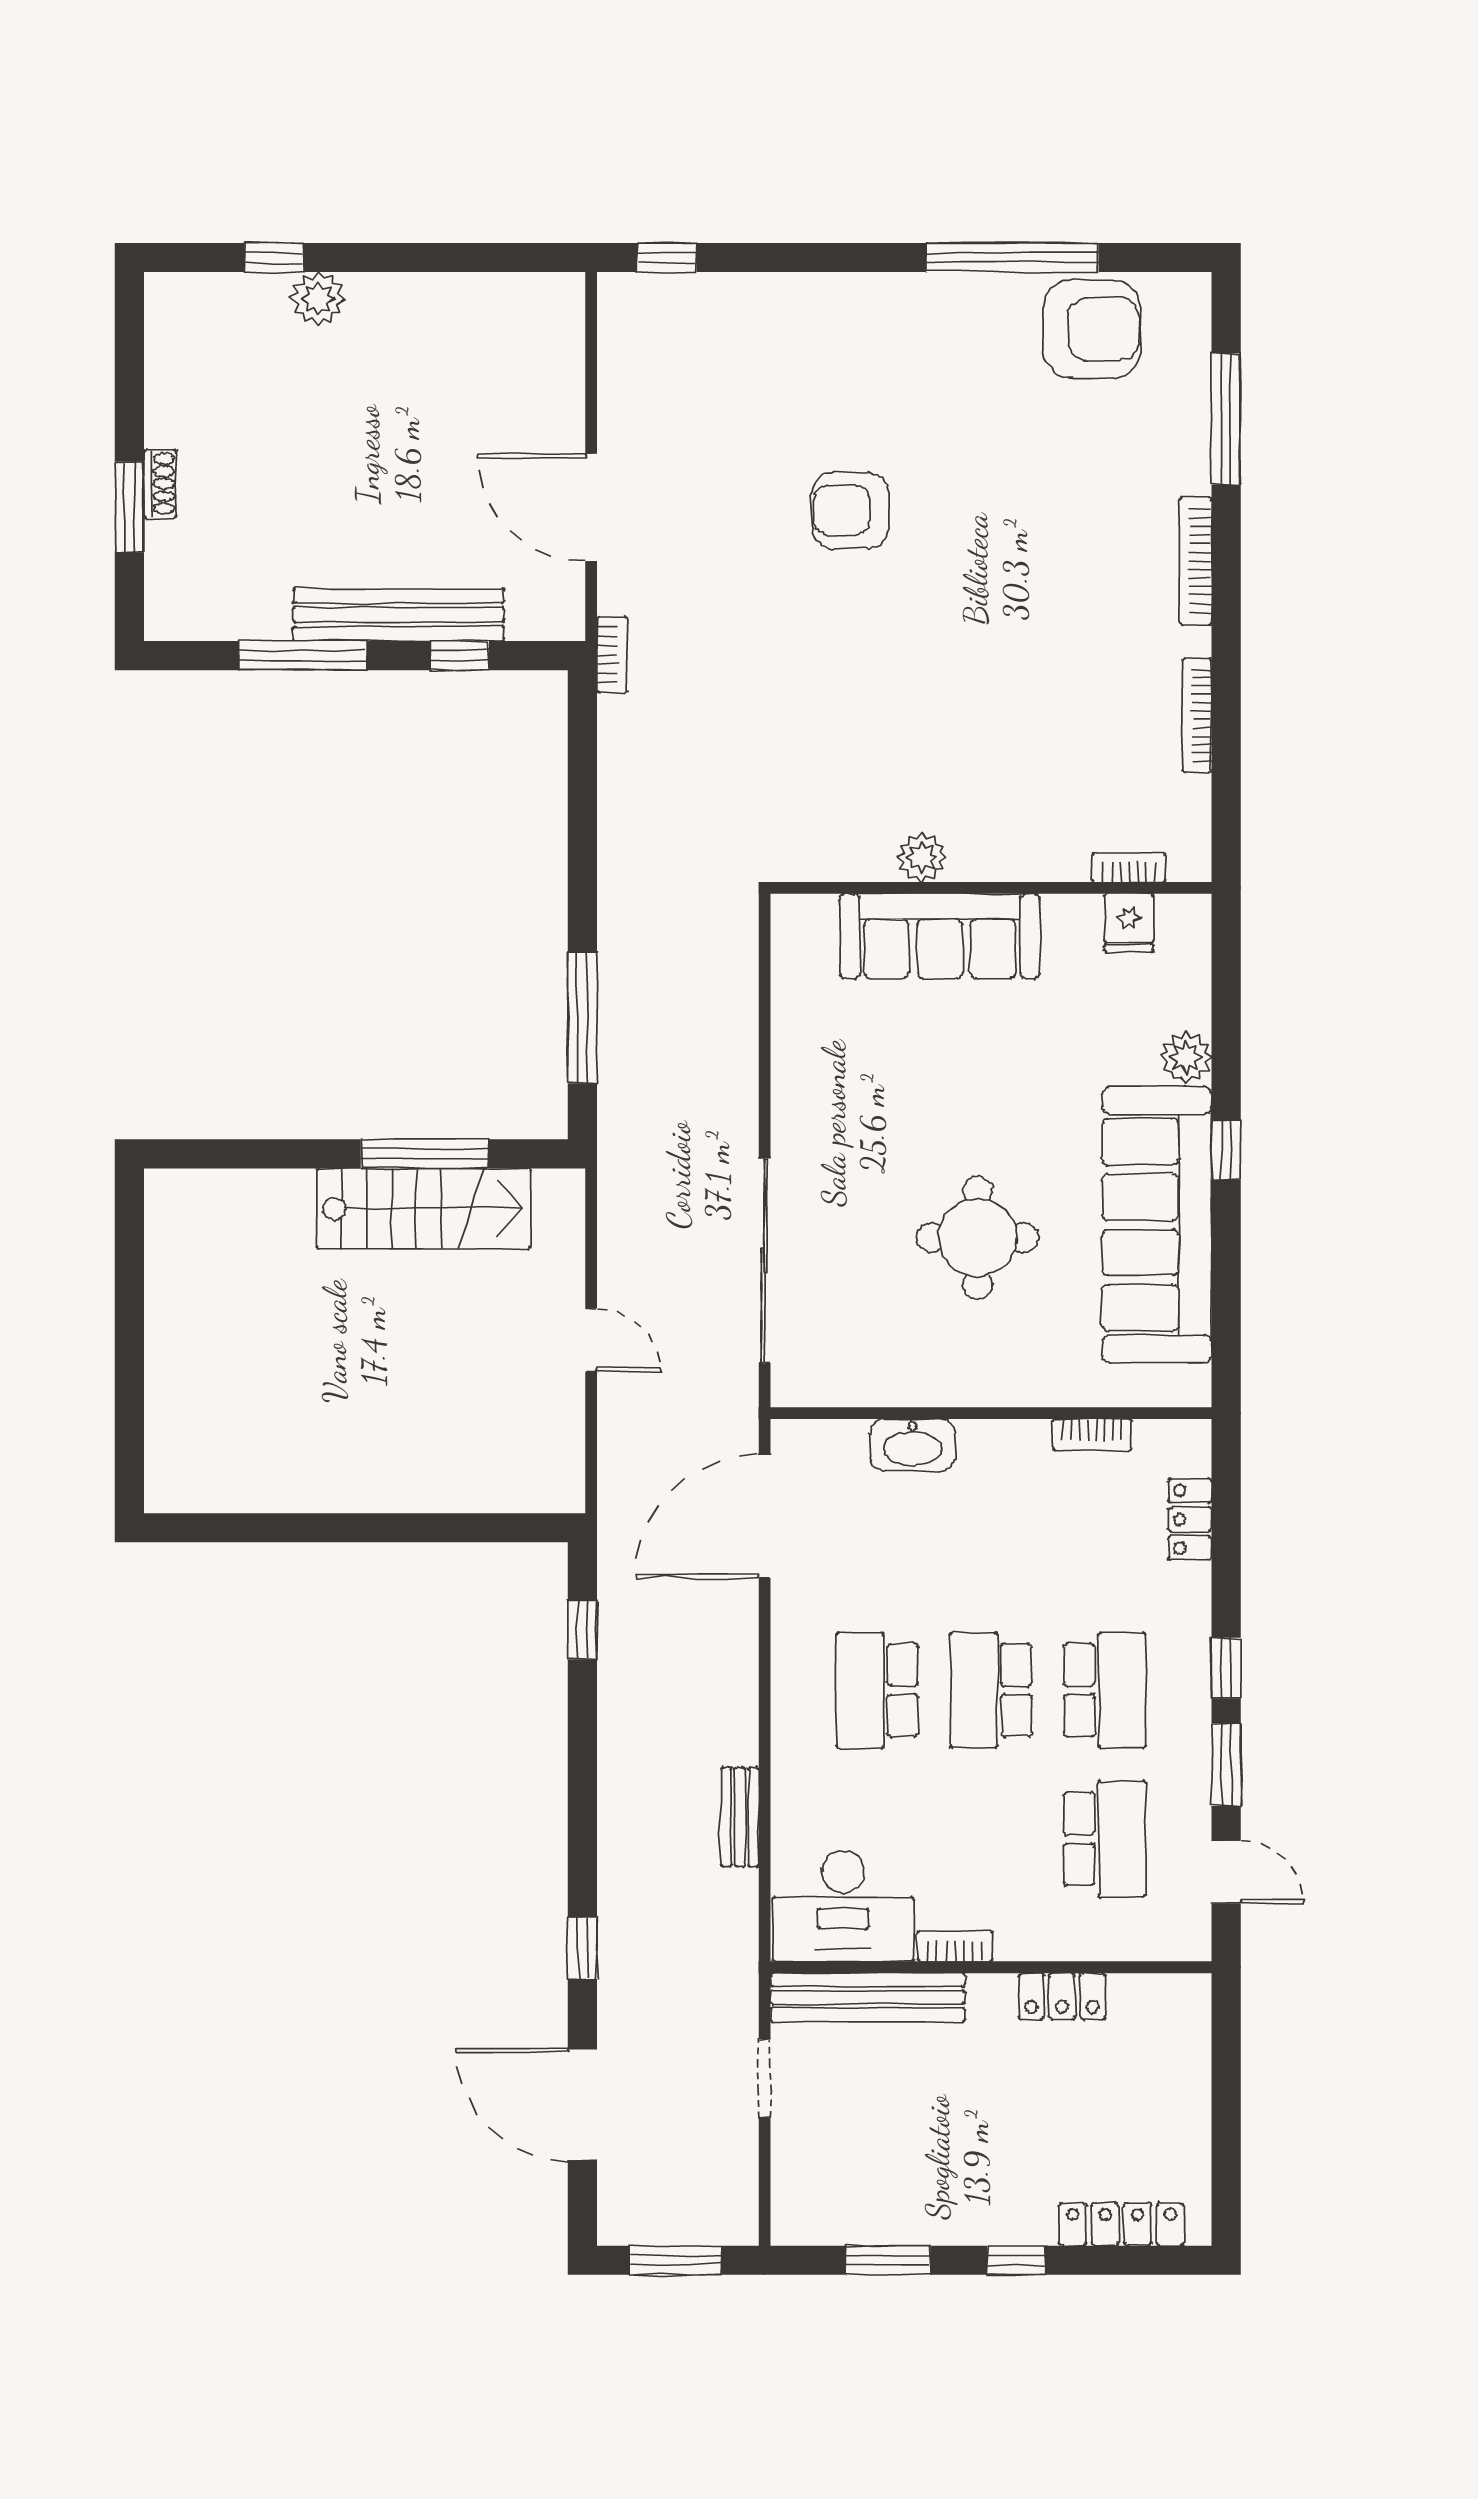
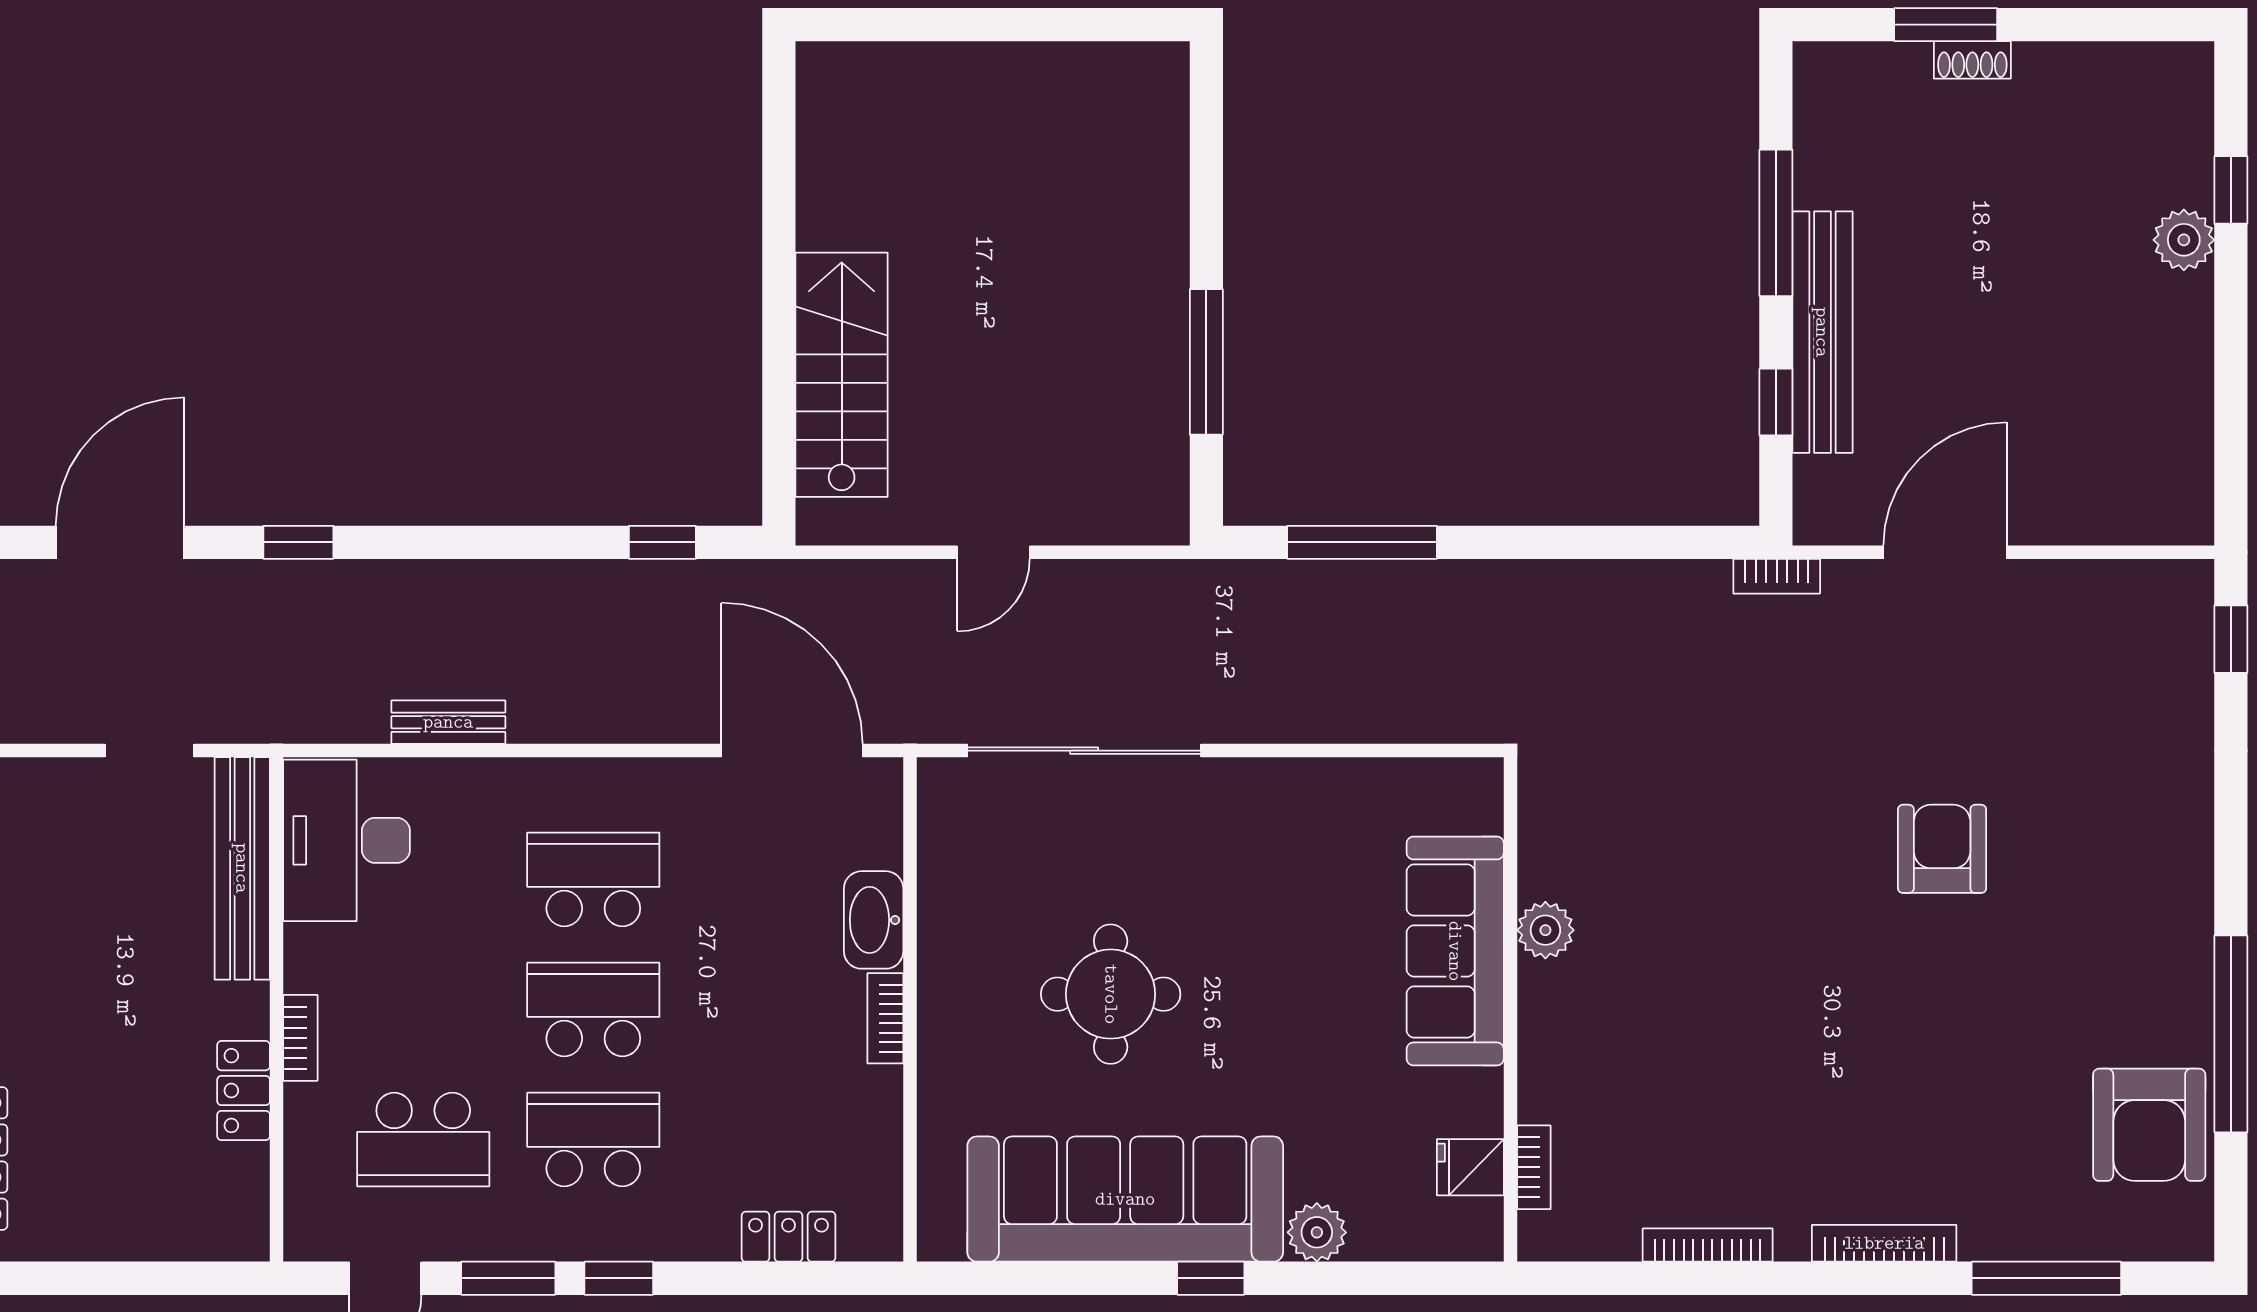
stairs: (424, 1209) -> (842, 375), moved, turned 180
bookcase: (1092, 1435) -> (885, 1018), moved
school desk: (1105, 1690) -> (593, 1139), turned 180
bookcase: (955, 1946) -> (300, 1038), moved

